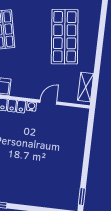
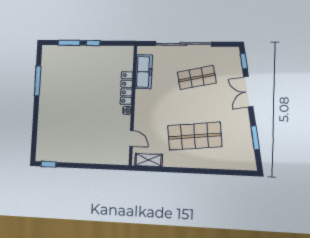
door: (48, 102) -> (131, 138), moved

